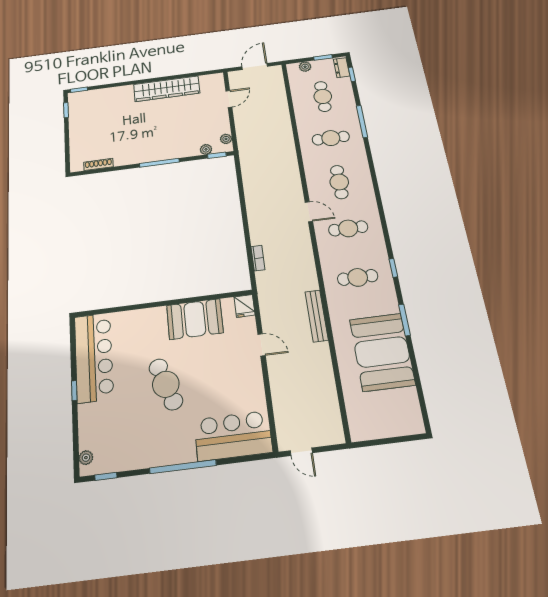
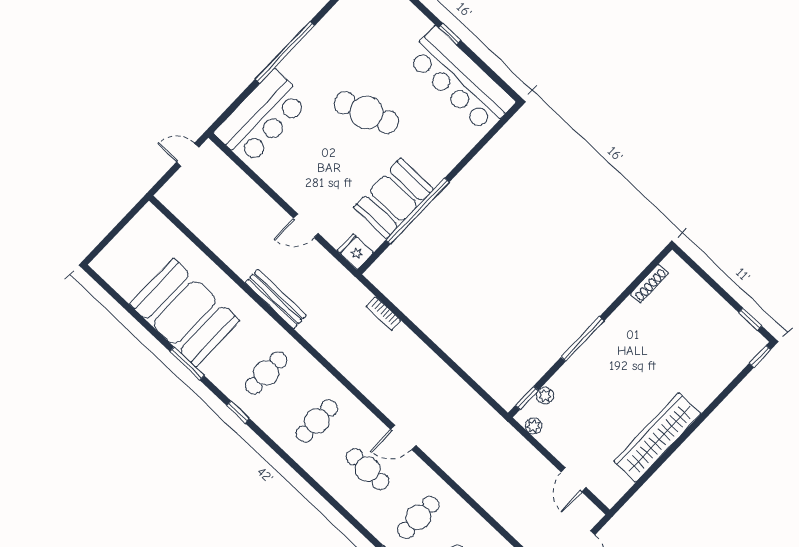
door: (309, 212) -> (403, 437), moved
window: (187, 300) -> (418, 211), added

